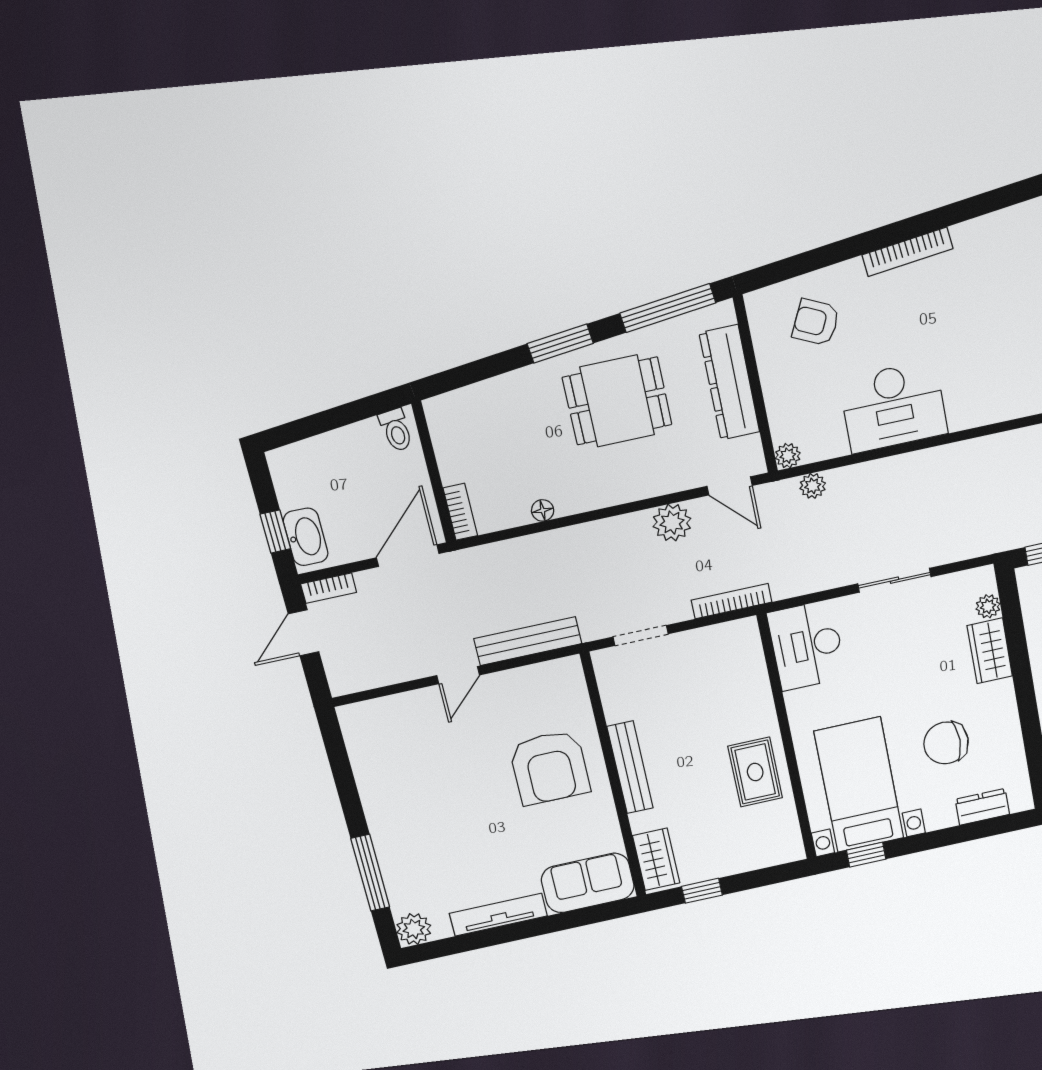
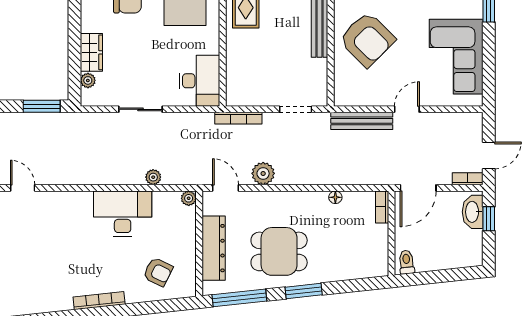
plant: (813, 486) -> (153, 177), moved
armchair: (550, 767) -> (367, 39), turned 135
corner sofa: (399, 773) -> (456, 57), added

